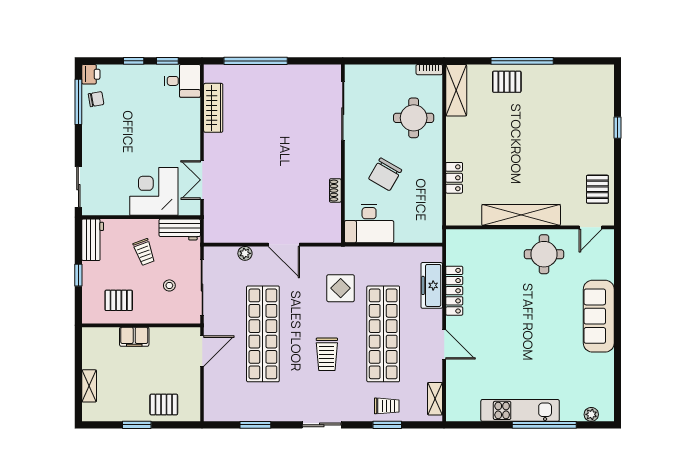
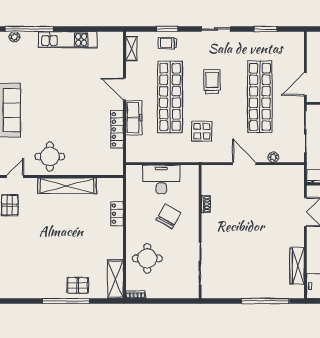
desk: (369, 224) -> (161, 179), moved
freezer: (432, 285) -> (134, 118), moved
window: (544, 425) -> (29, 29), moved

